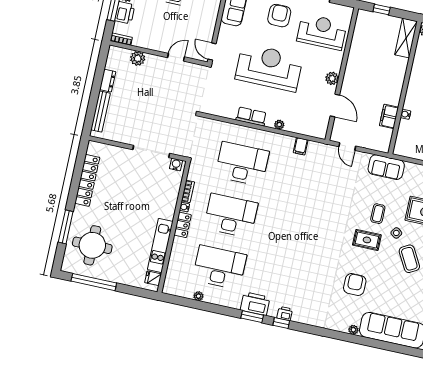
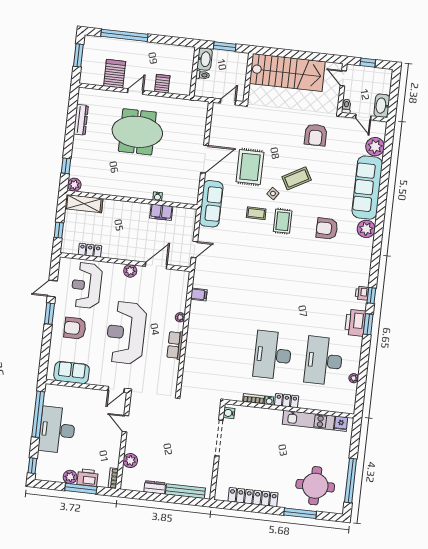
locker: (358, 39) -> (90, 250), added
desk: (242, 164) -> (222, 349), removed
sofa: (386, 167) -> (211, 204), width x1.36
plant: (353, 330) -> (366, 229), width x1.88, depth x1.88

